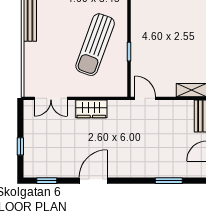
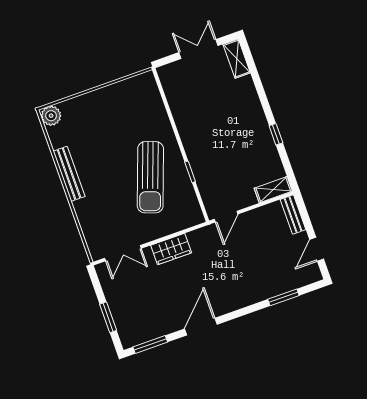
door: (145, 98) -> (226, 217), swing flipped
window: (20, 146) -> (108, 317), width x1.50
window: (47, 181) -> (150, 345), width x1.50

